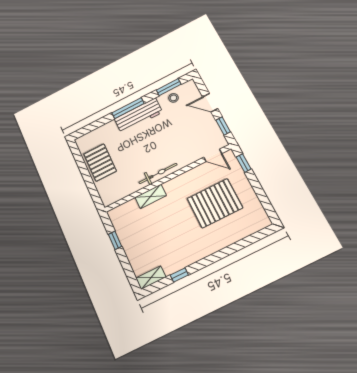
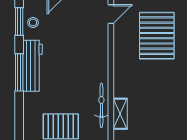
bicycle: (158, 174) -> (101, 105), moved
shelving: (151, 196) -> (120, 114), moved

